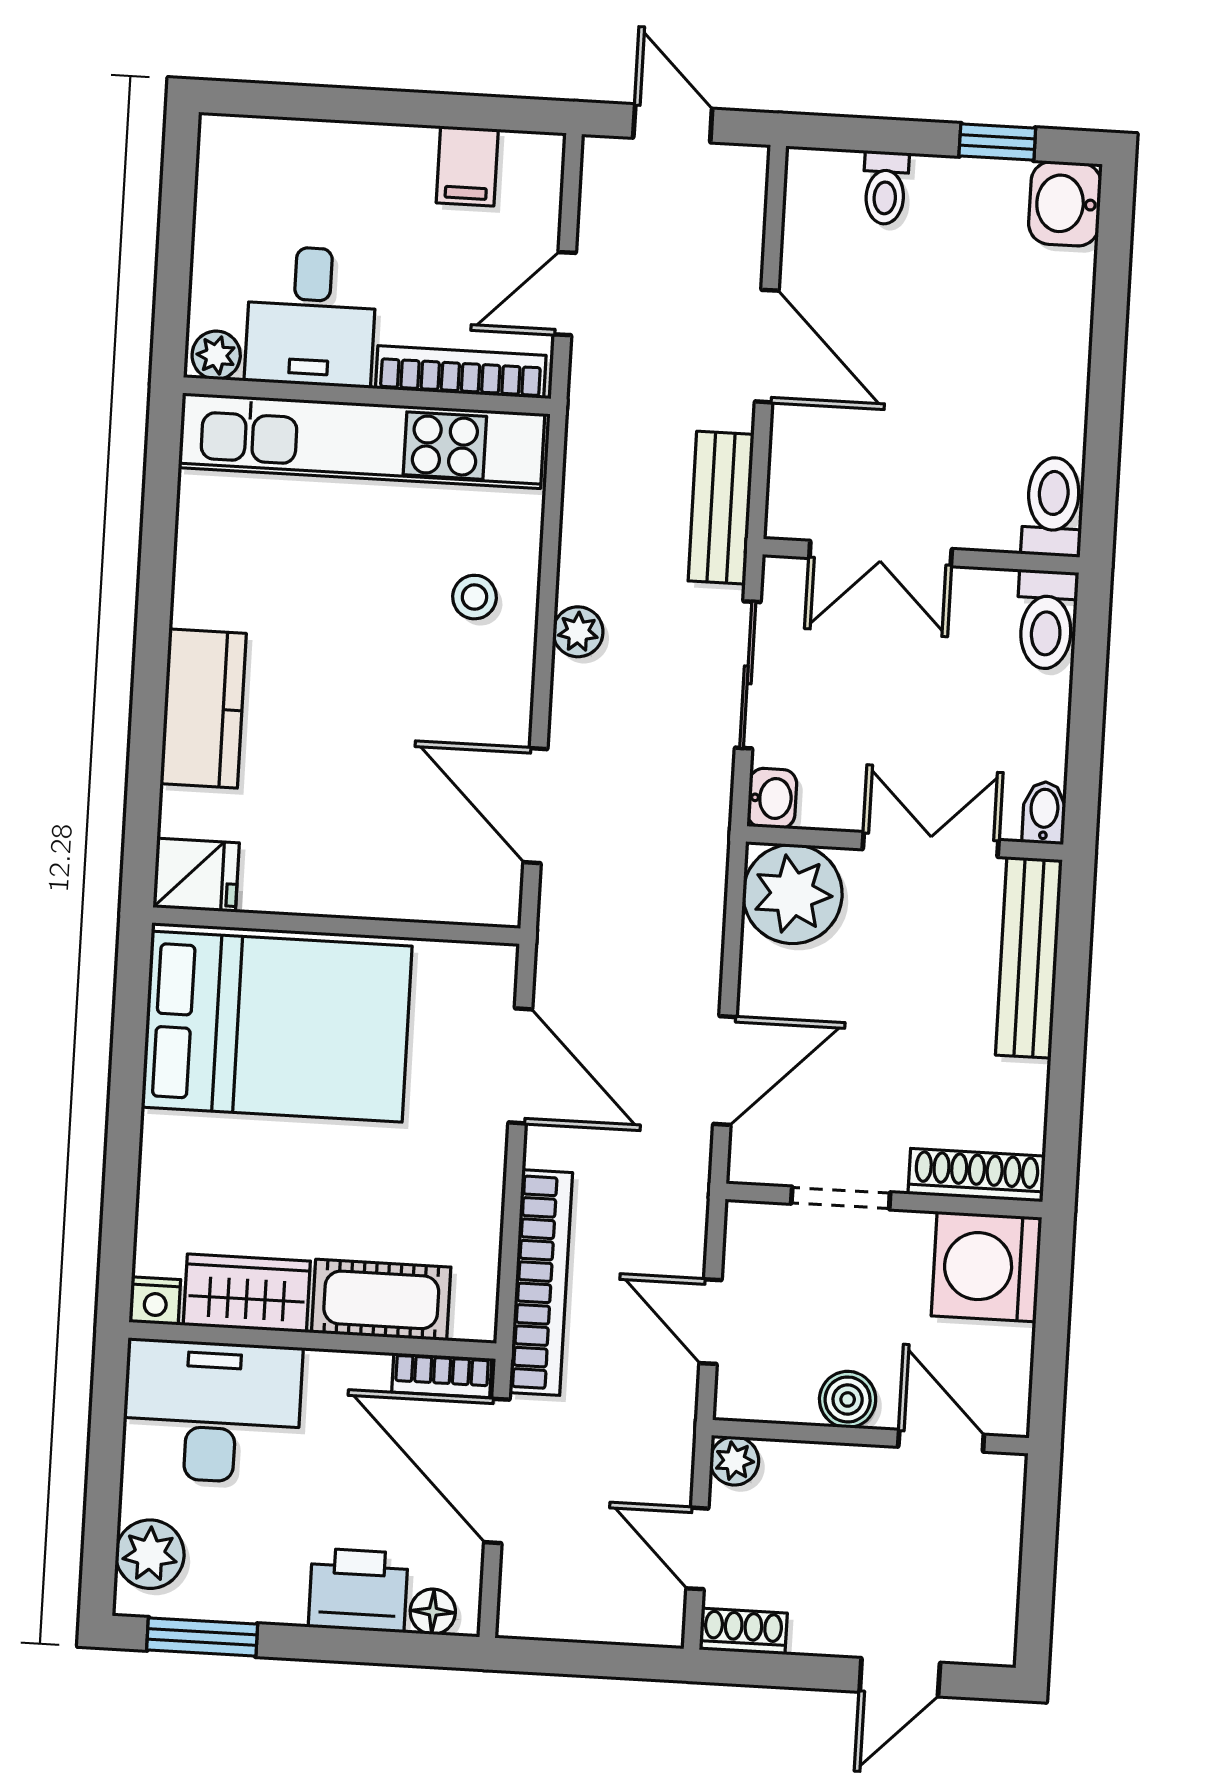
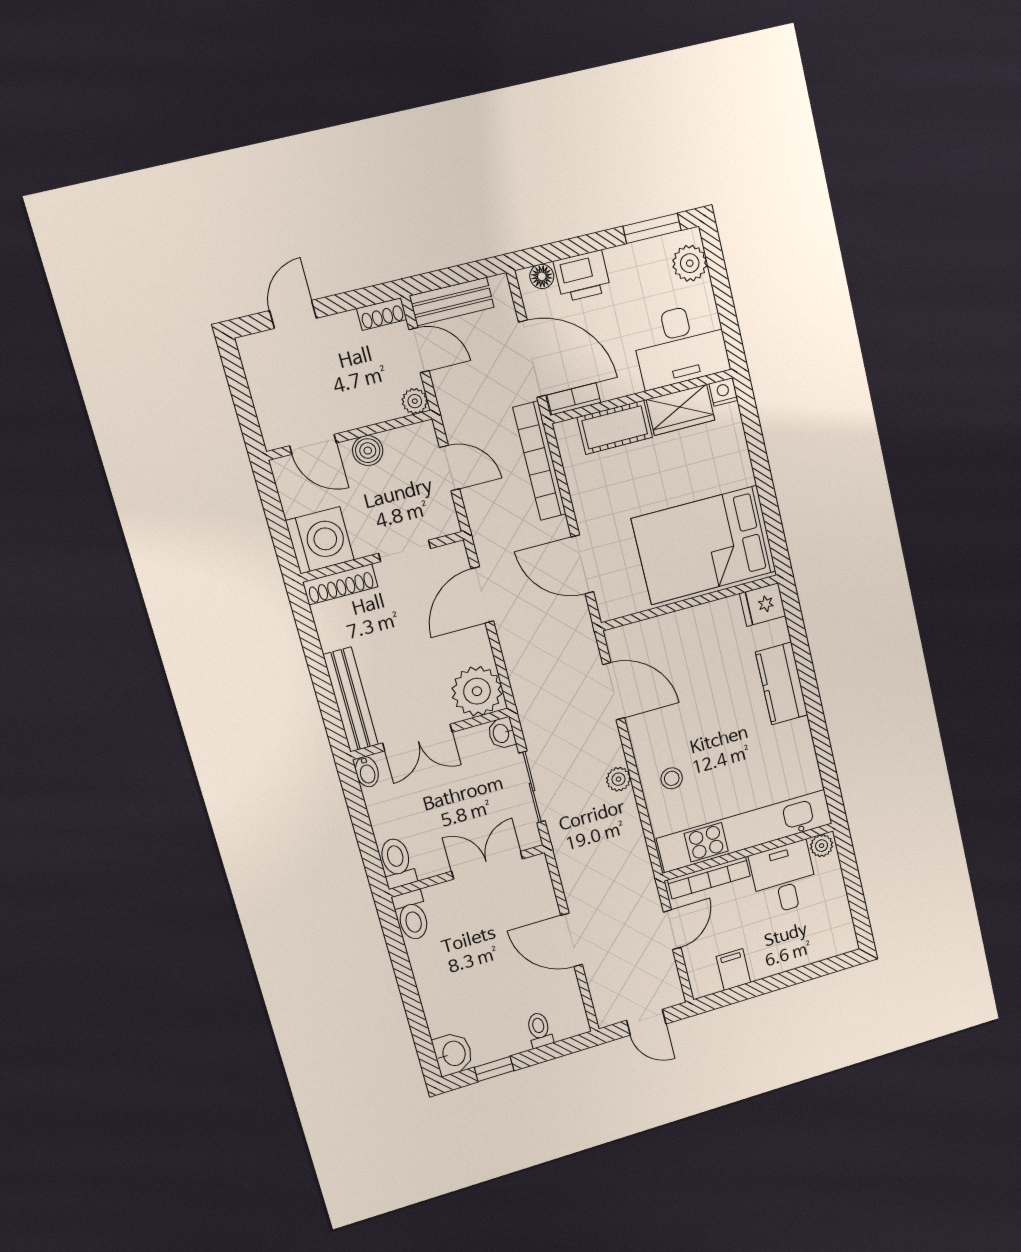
bench: (721, 508) -> (452, 301), moved, turned 90

